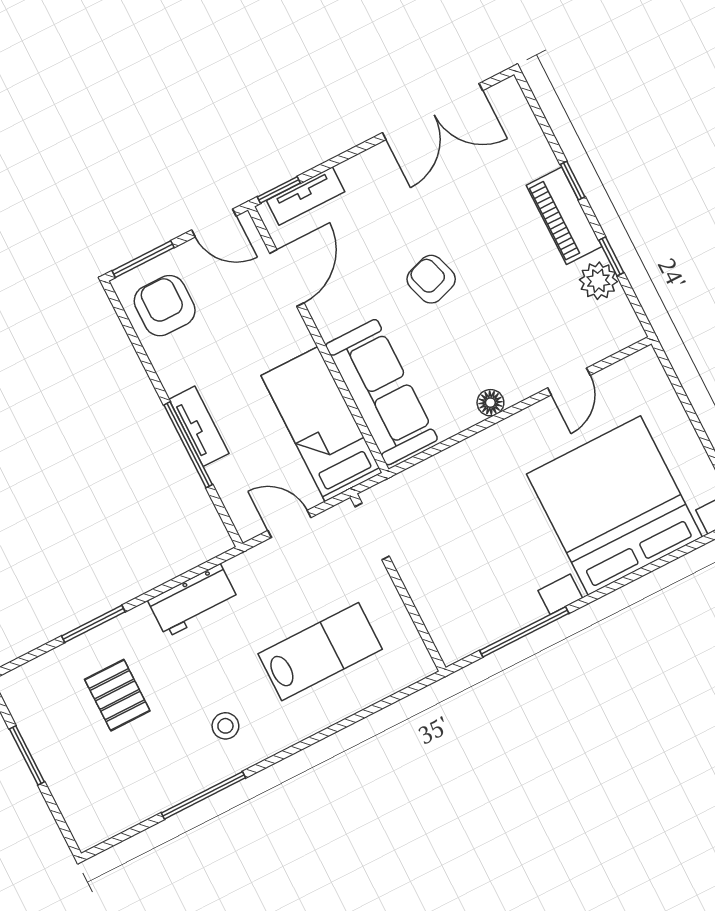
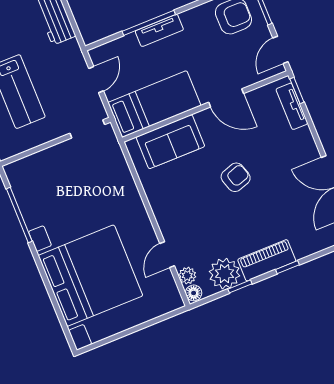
door: (287, 278) -> (226, 98), moved
plant: (598, 281) -> (225, 274), width x1.36, depth x1.36
plant: (601, 345) -> (187, 276), added
door: (569, 382) -> (167, 255), hinge flipped
sofa: (382, 392) -> (170, 142), width x0.73
floor lamp: (490, 403) -> (194, 293), moved

